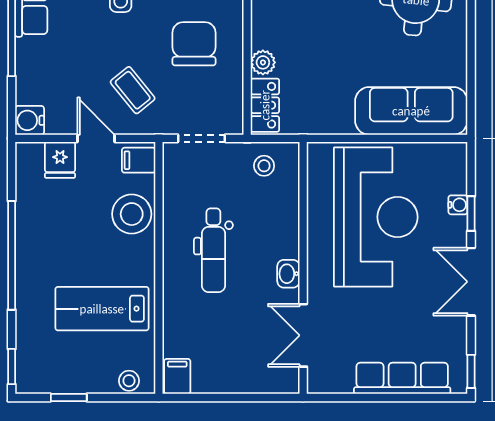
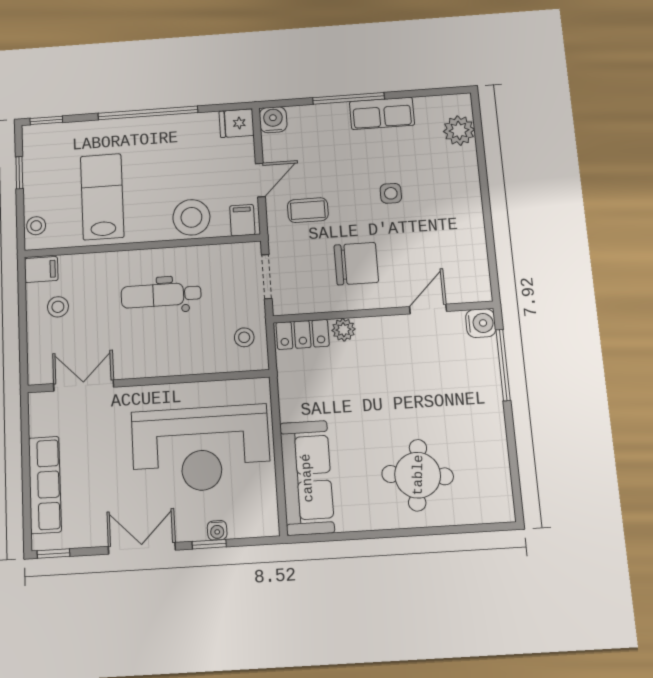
coffee table: (133, 90) -> (308, 210), turned 39
fridge: (60, 160) -> (237, 123), moved
washbasin: (288, 274) -> (142, 367), removed
stool: (219, 360) -> (58, 307), added

